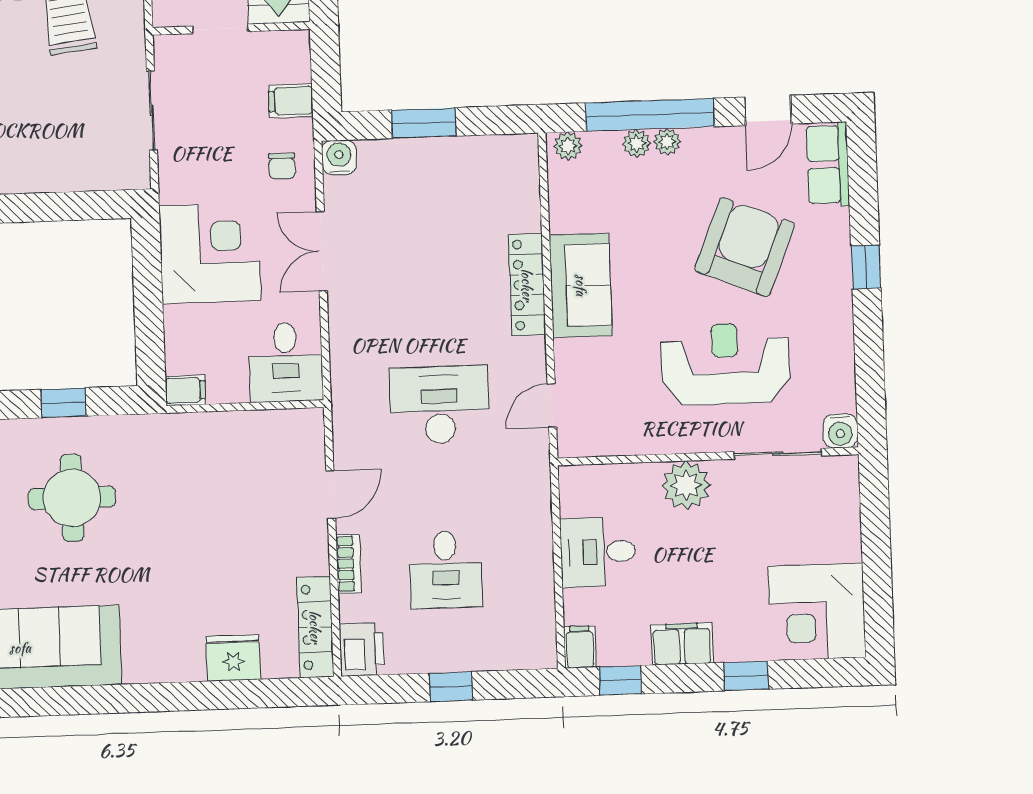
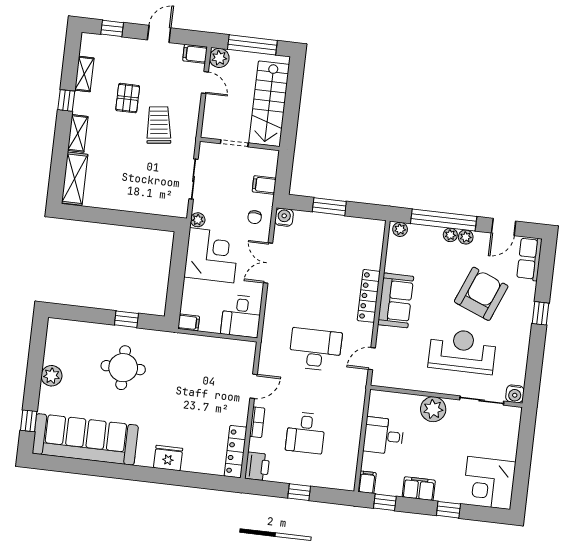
plant: (637, 143) -> (466, 237), moved
plant: (172, 188) -> (198, 220), added
fridge: (233, 658) -> (168, 458), moved

